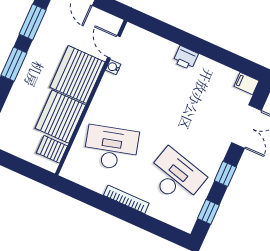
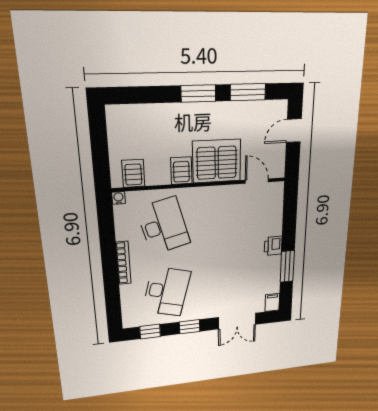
door: (114, 47) -> (257, 181), hinge flipped
window: (215, 53) -> (287, 266), added
water cooler: (113, 67) -> (119, 198), moved
server rack: (60, 117) -> (181, 171), width x0.46, depth x0.70

